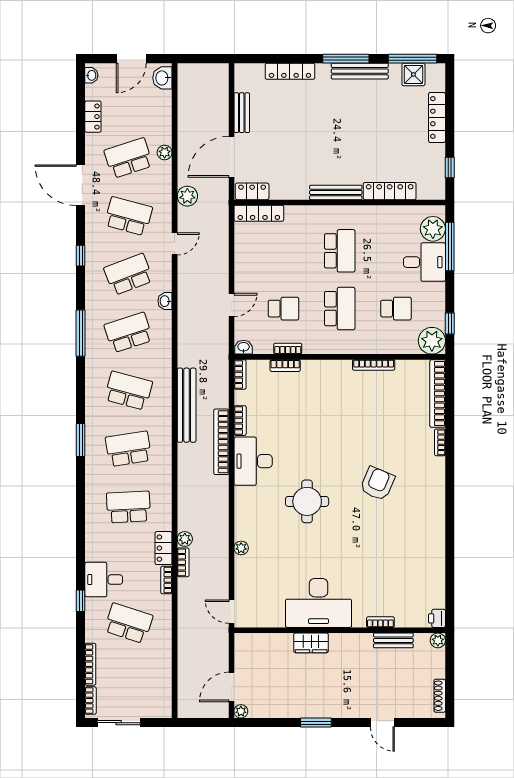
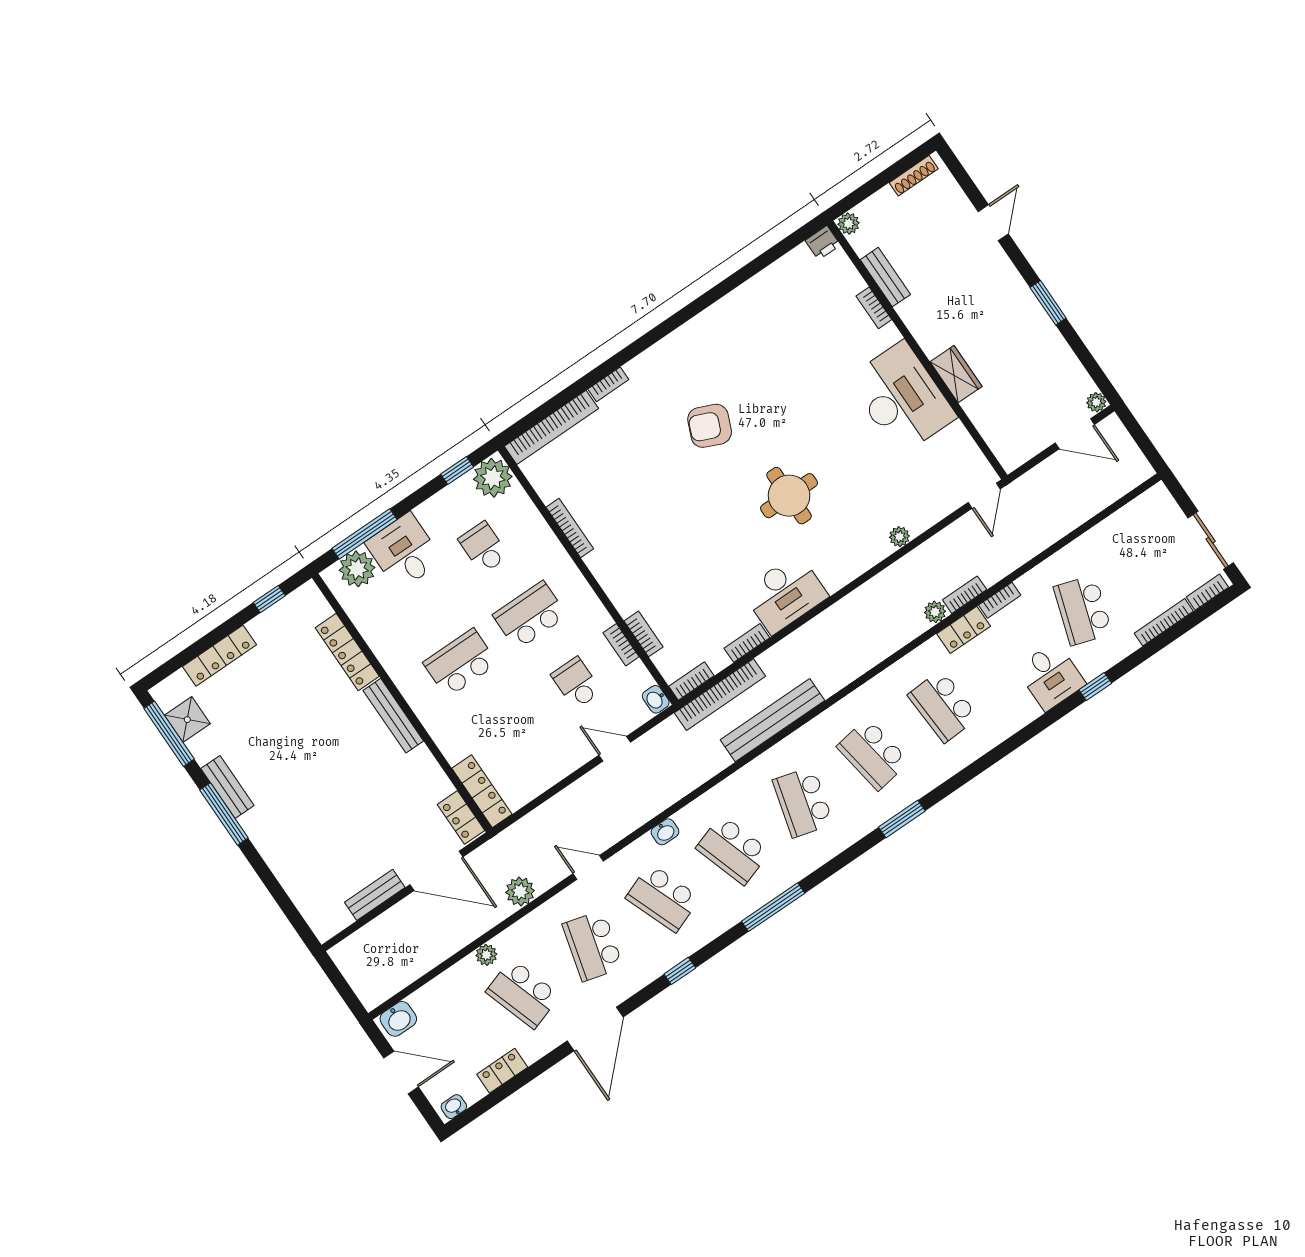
locker: (290, 71) -> (285, 871), removed
bench: (360, 71) -> (227, 787), width x0.73
bookcase: (221, 442) -> (720, 695), moved

